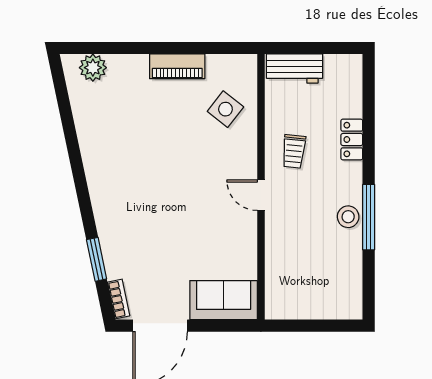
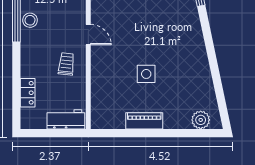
side table: (225, 109) -> (146, 74), moved, turned -38
locker: (352, 140) -> (28, 93), moved

